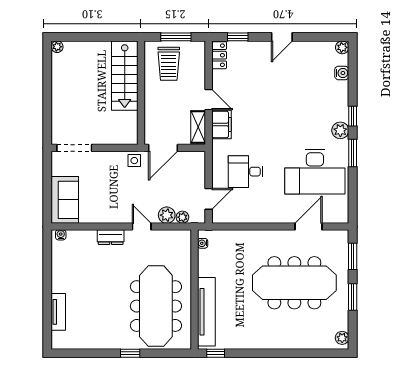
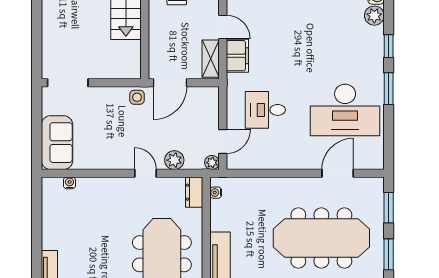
plant: (340, 130) -> (374, 16), moved
plant: (182, 217) -> (212, 163), moved
water cooler: (61, 235) -> (69, 183), moved
dresser: (111, 237) -> (194, 192), moved, turned 90

